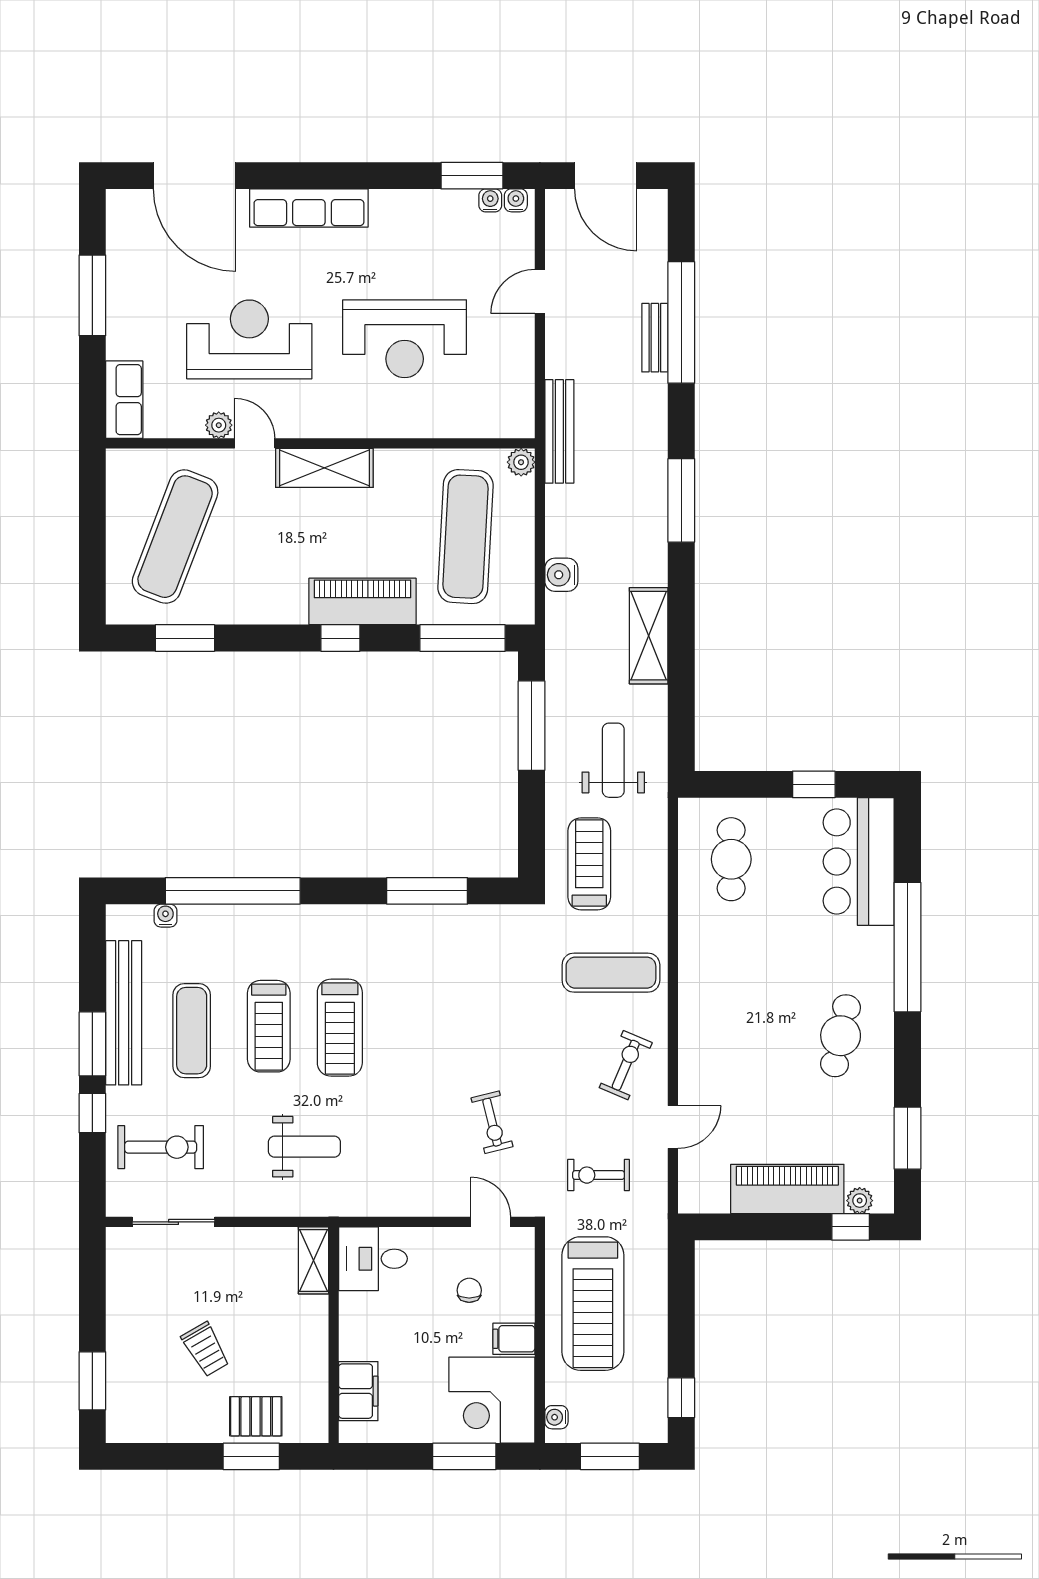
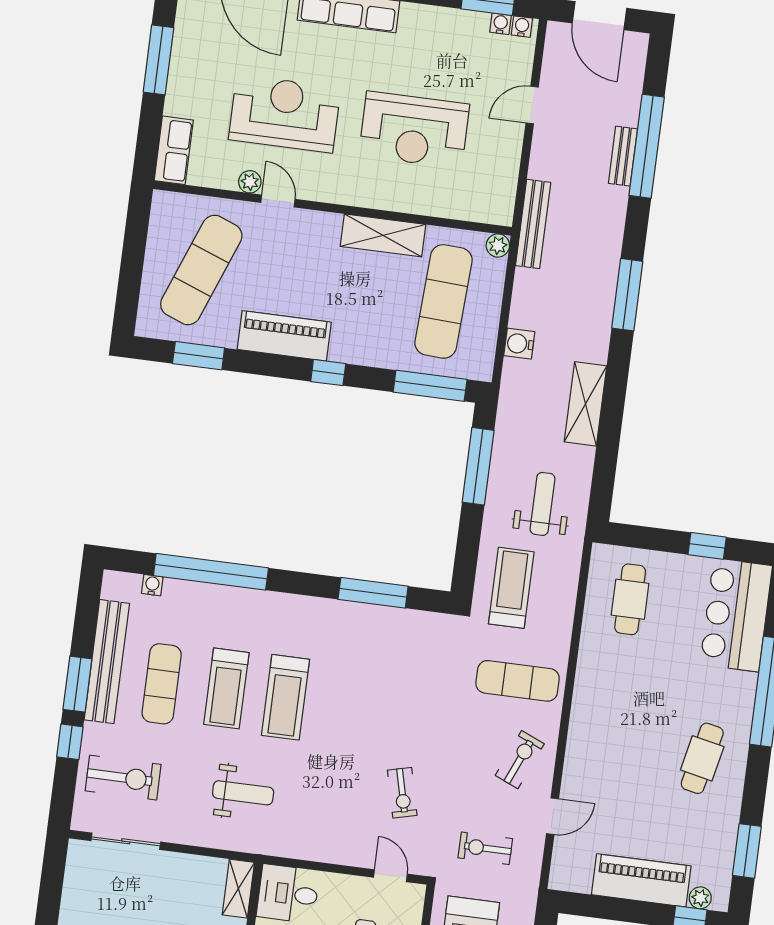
shelving: (324, 468) -> (383, 235), moved
piano: (362, 601) -> (284, 336), moved

